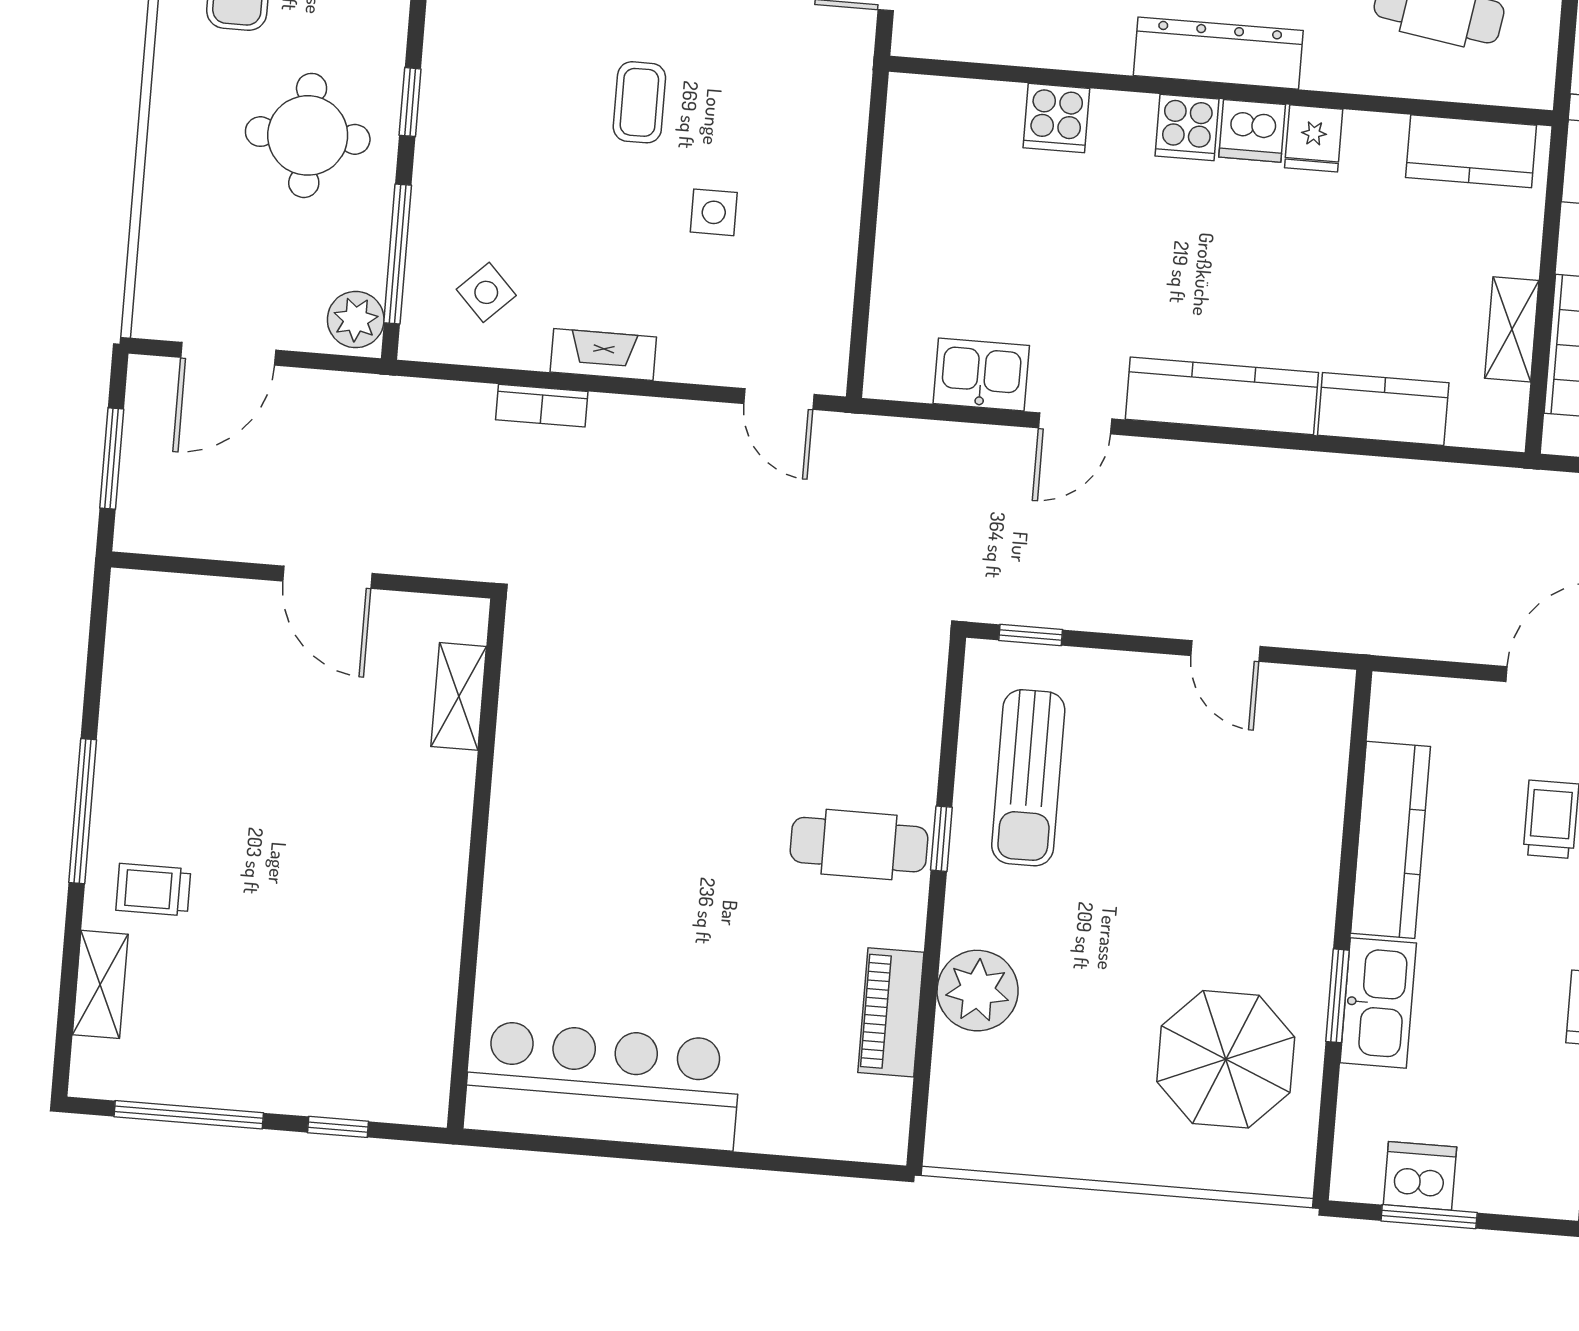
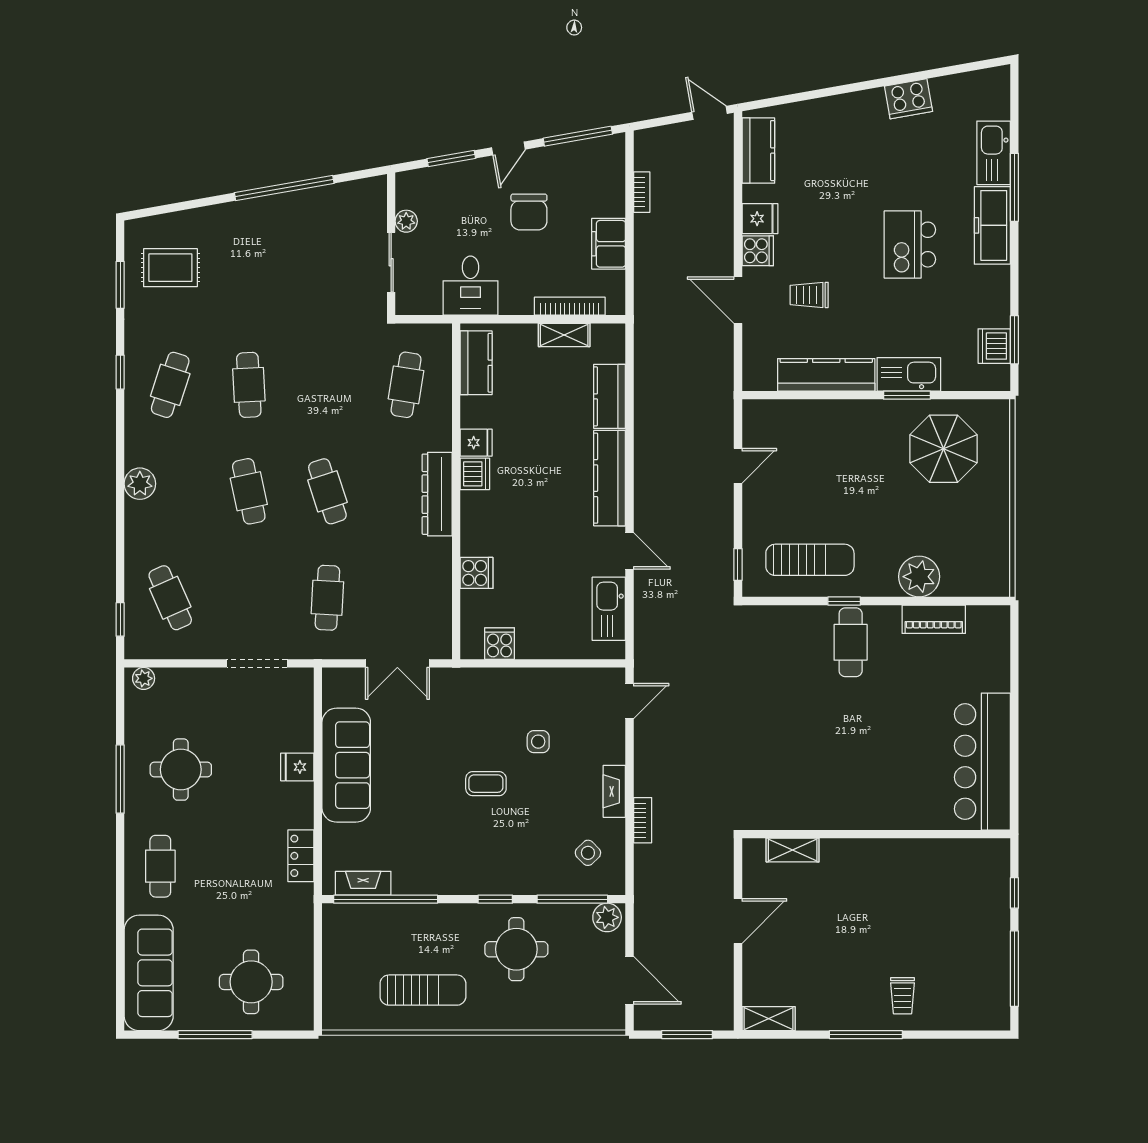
cooker: (1187, 128) -> (500, 644), moved, turned -90
kitchen sink: (981, 375) -> (609, 609), width x1.38
shelving: (100, 984) -> (769, 1019), moved

